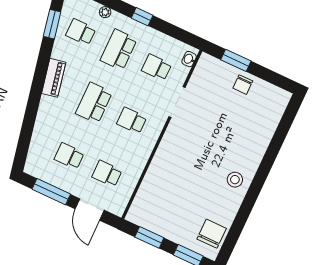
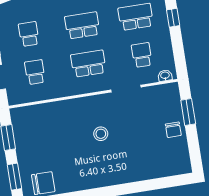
chair: (243, 85) -> (173, 130), turned -90
school desk: (132, 121) -> (88, 64), width x1.85
stool: (235, 180) -> (101, 134), moved

